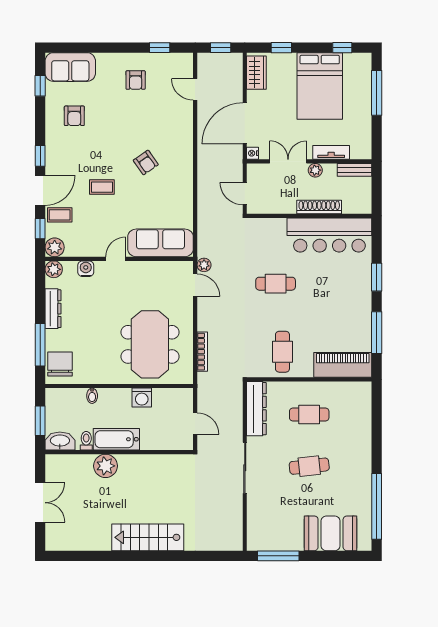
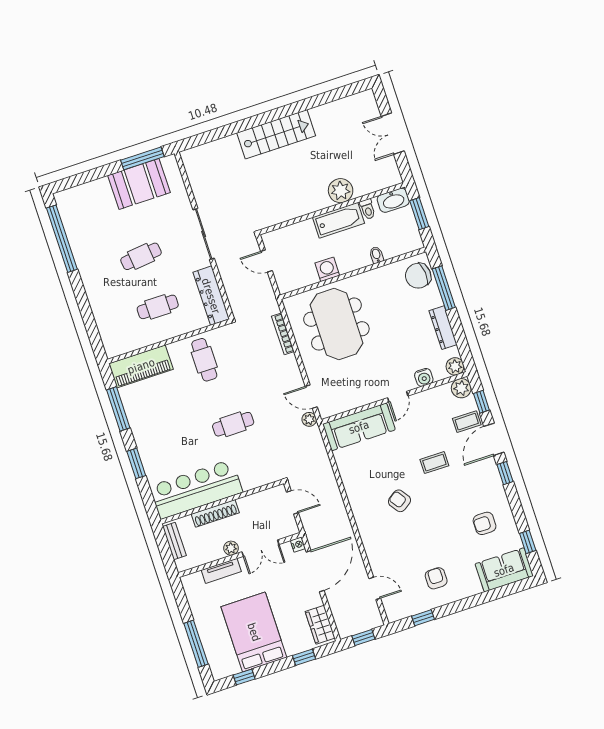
armchair: (74, 116) -> (485, 523), turned -90
bench: (355, 170) -> (174, 541), moved, turned 90
chair: (60, 364) -> (418, 276), turned 85
booth: (331, 533) -> (139, 184), moved

